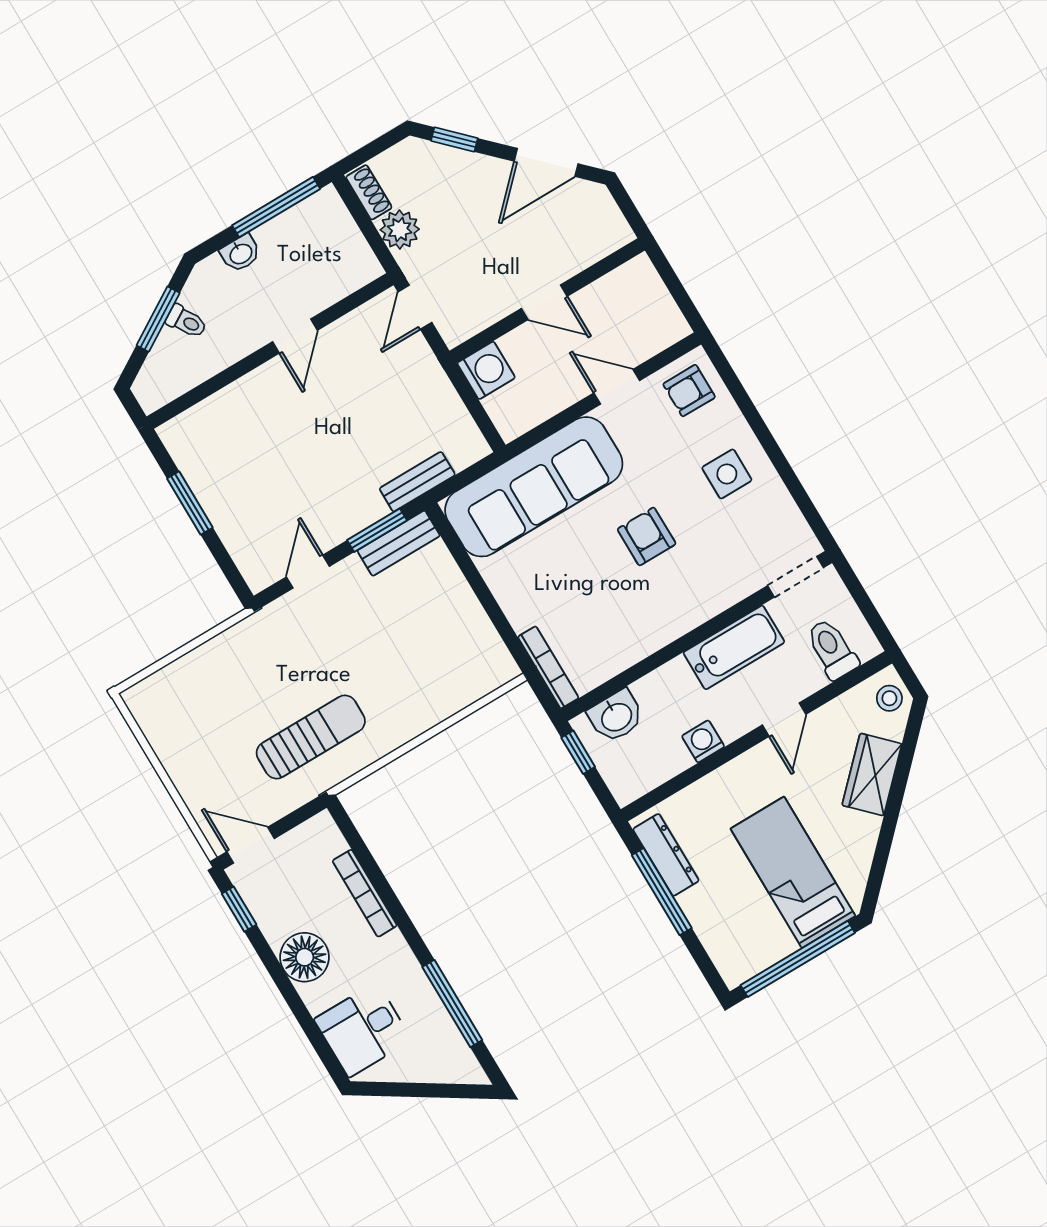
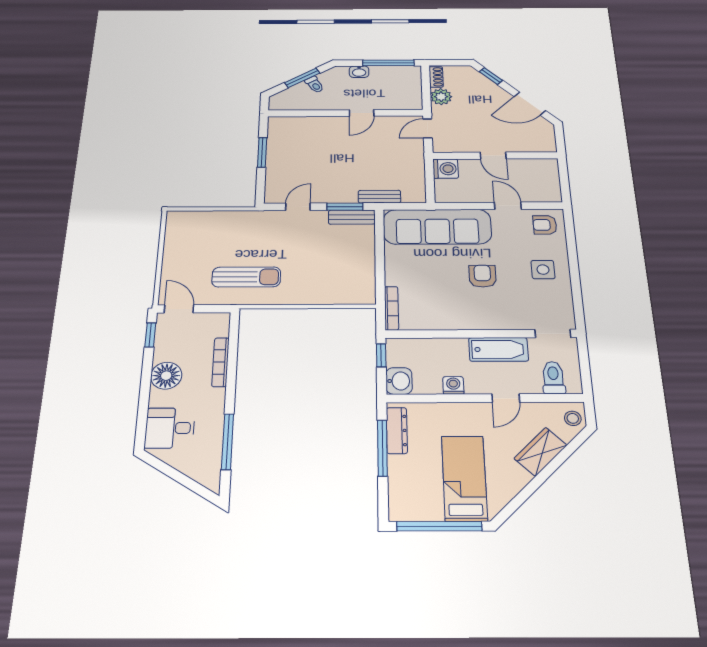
washbasin: (616, 716) -> (399, 381), moved, turned -90

